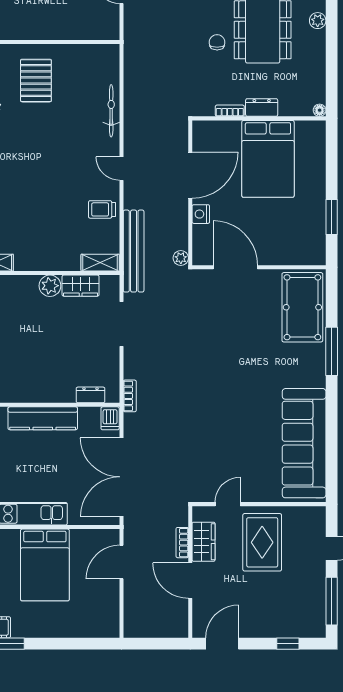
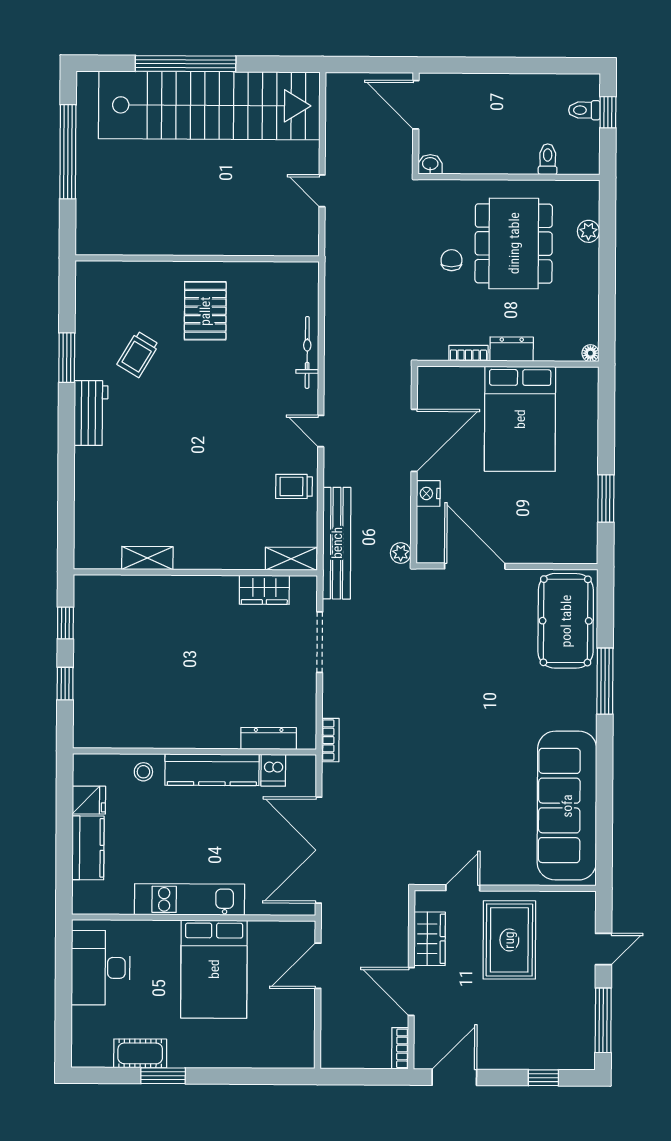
plant: (50, 286) -> (223, 590), removed
dresser: (90, 395) -> (269, 738), width x1.44
dishwasher: (110, 418) -> (273, 770), moved
bookcase: (182, 543) -> (400, 1048), moved

